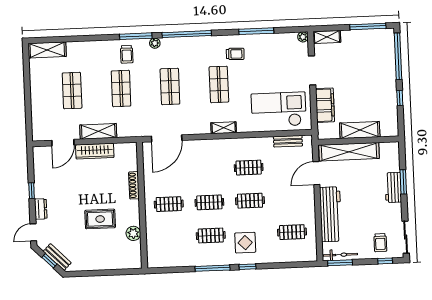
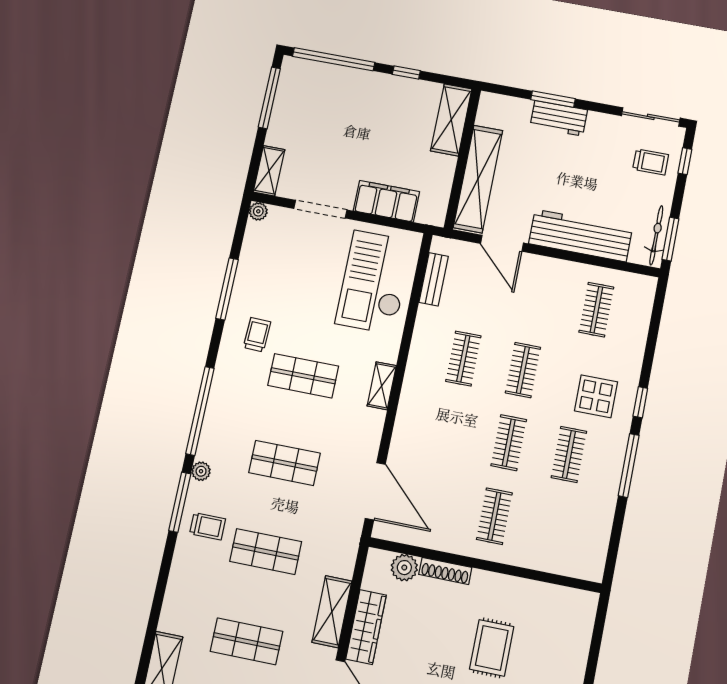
shelving: (360, 130) -> (451, 120), moved
plant: (133, 233) -> (404, 568), moved

